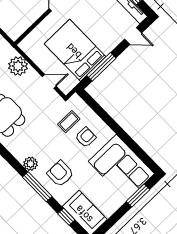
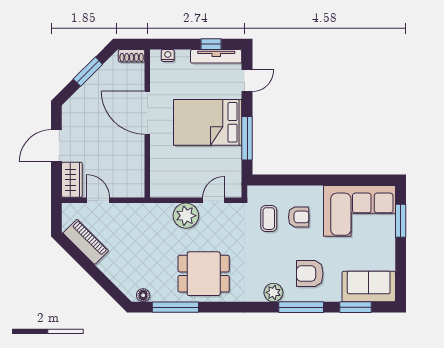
bed: (75, 50) -> (208, 122), moved
plant: (18, 66) -> (186, 216), moved
armchair: (86, 137) -> (299, 217), turned 90
window: (66, 217) -> (356, 307), width x1.50

